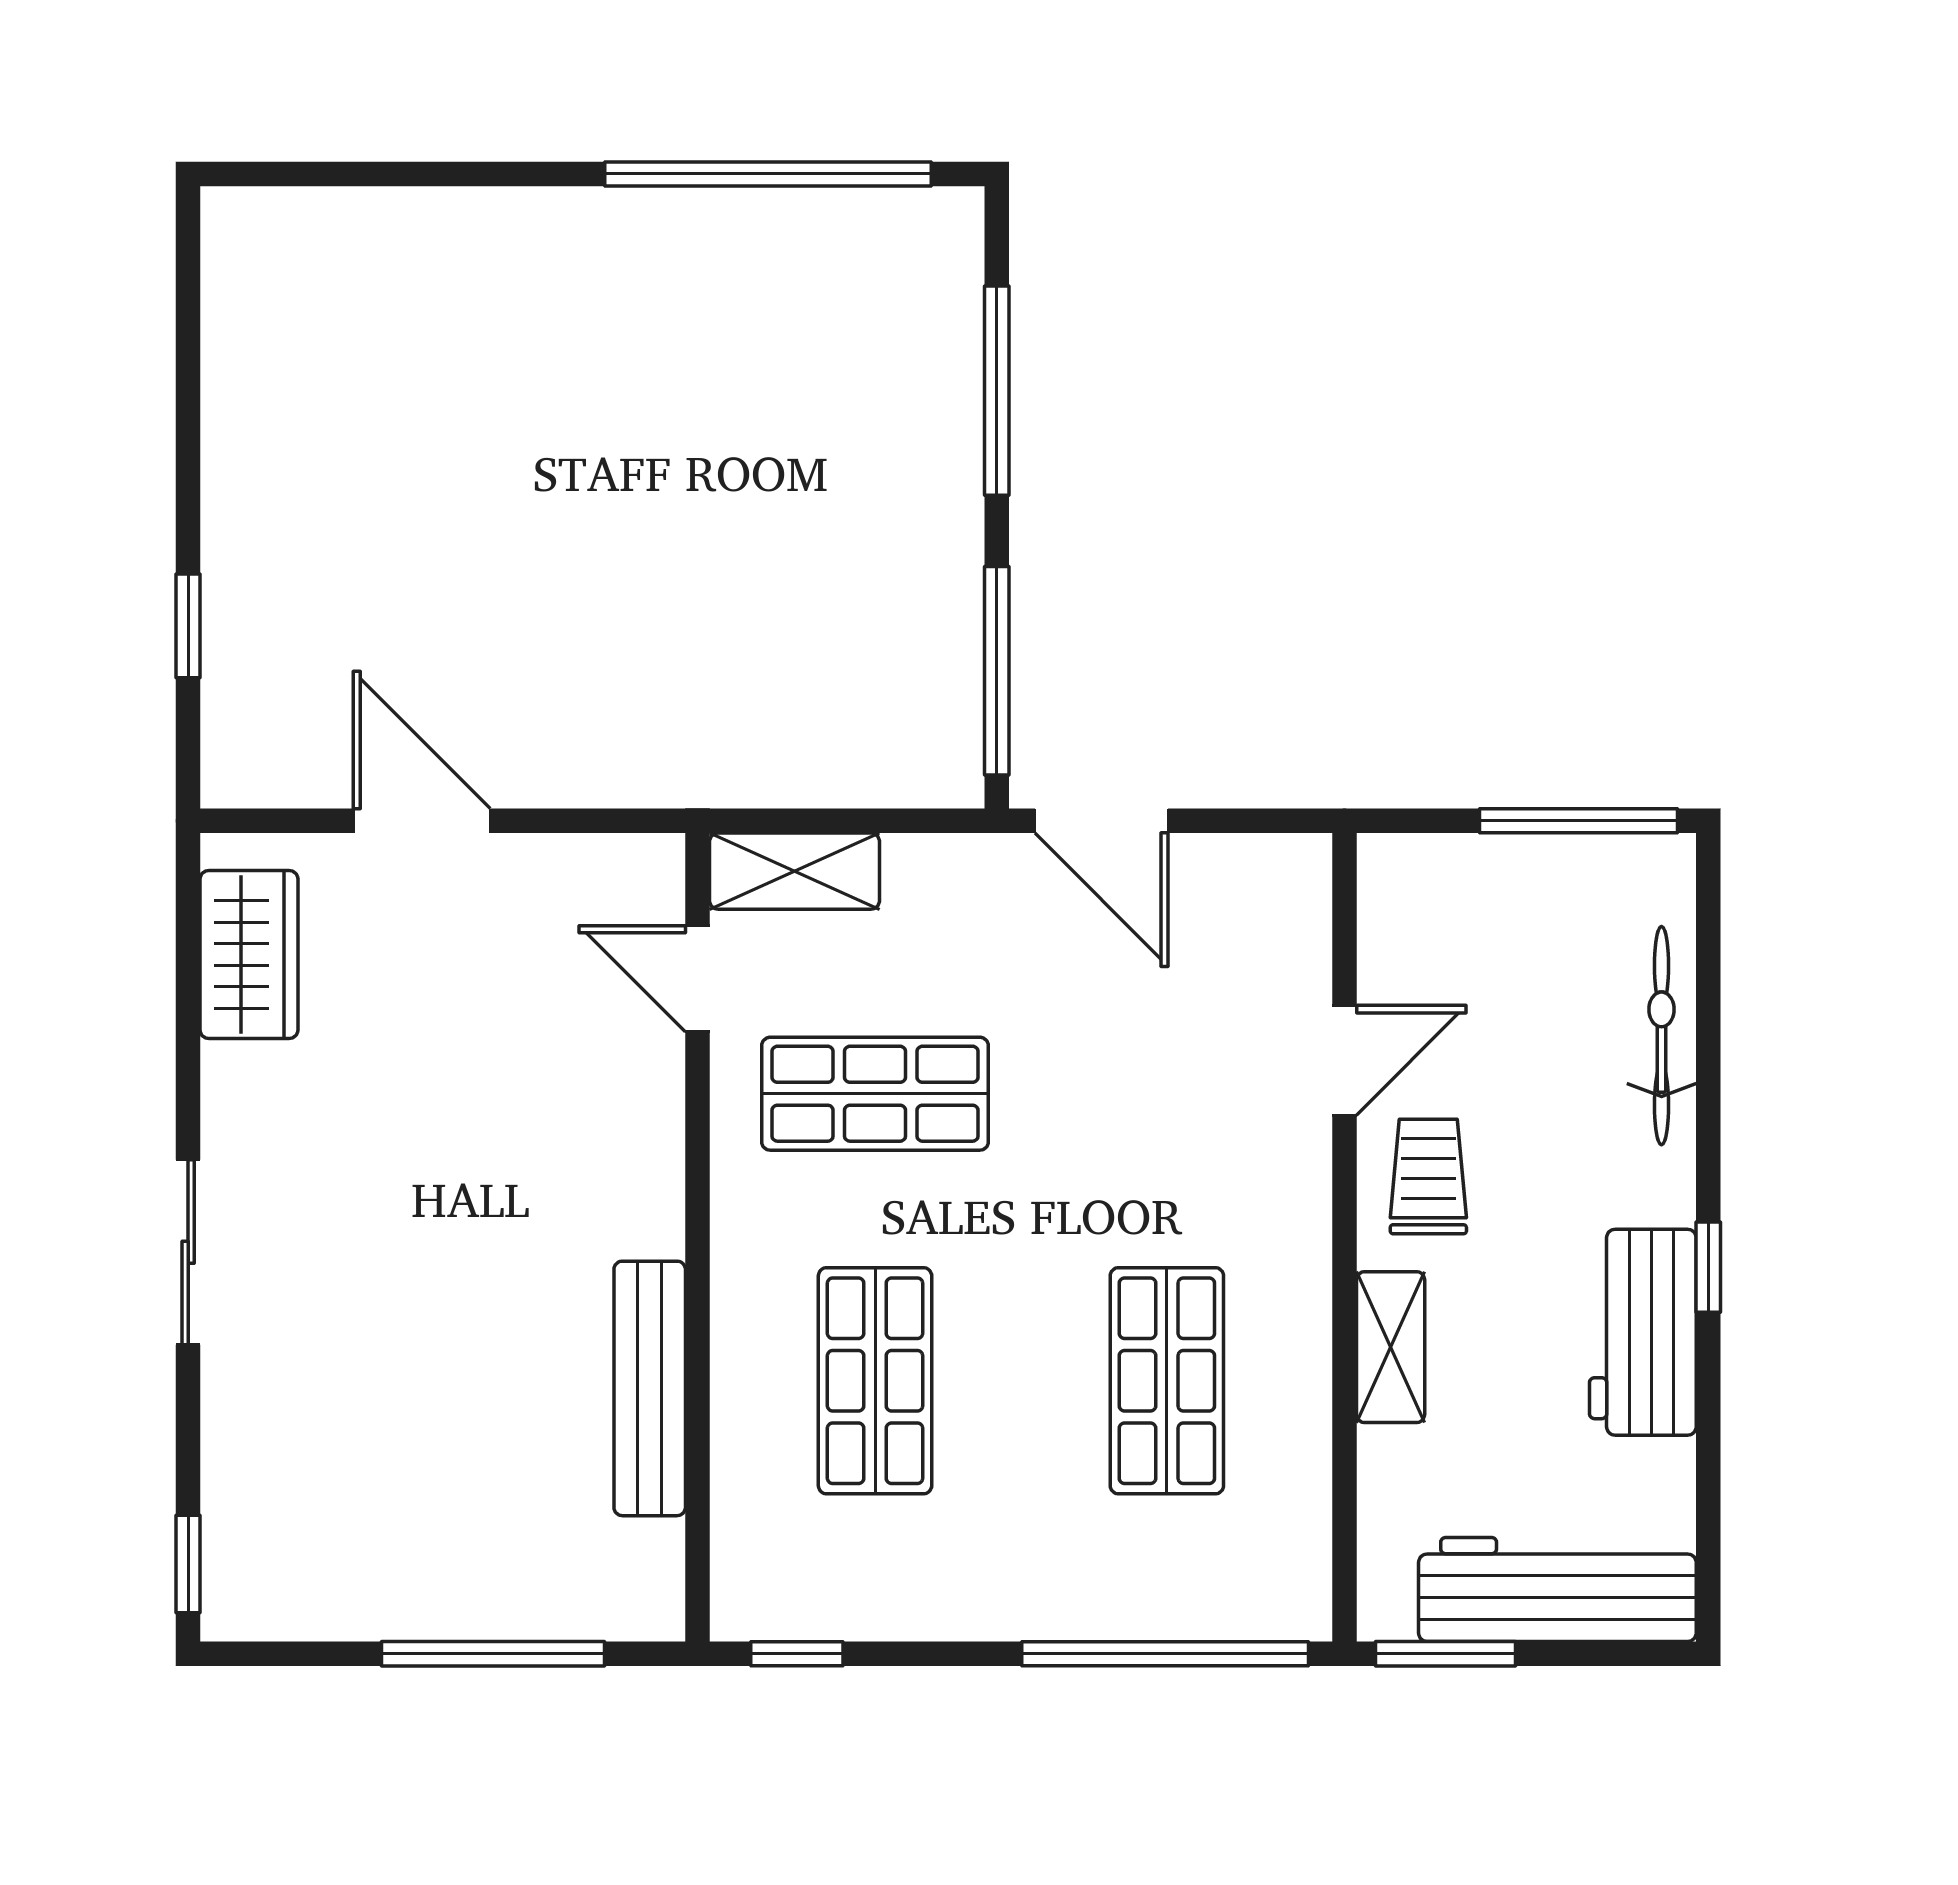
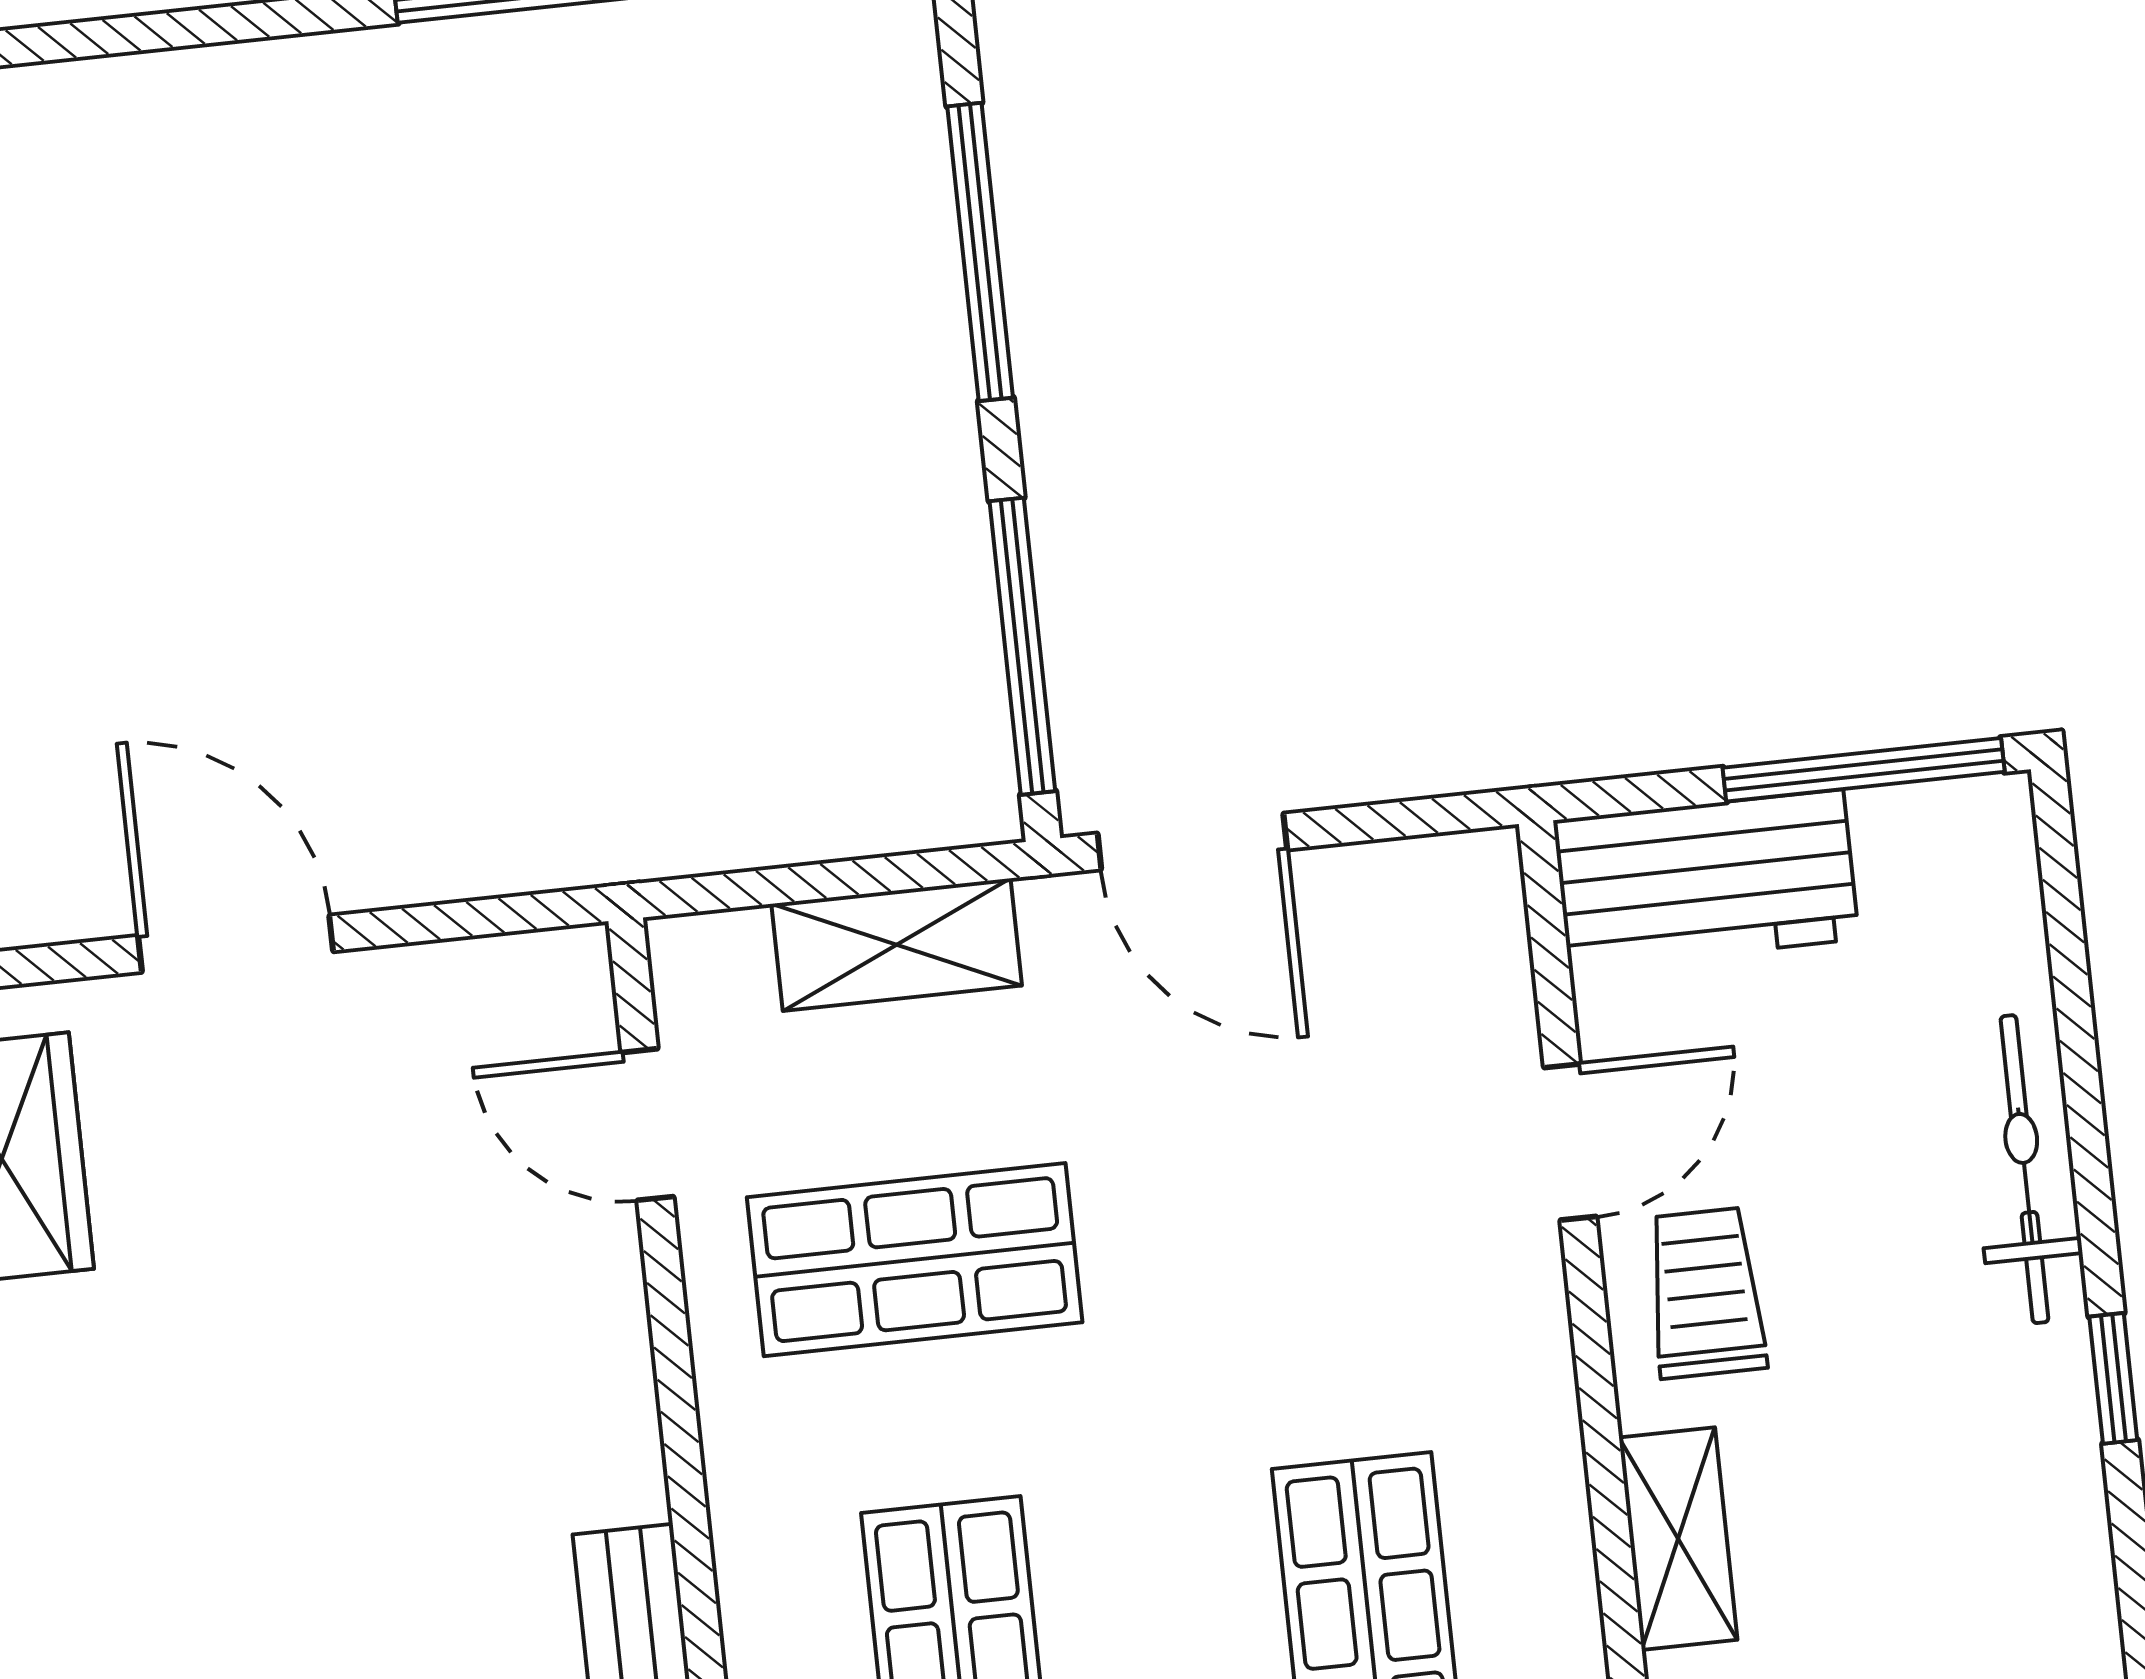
shelving: (794, 871) -> (897, 945), moved
bicycle: (1662, 1036) -> (2024, 1169), moved
workbench: (1643, 1332) -> (1706, 880), moved, turned -90

